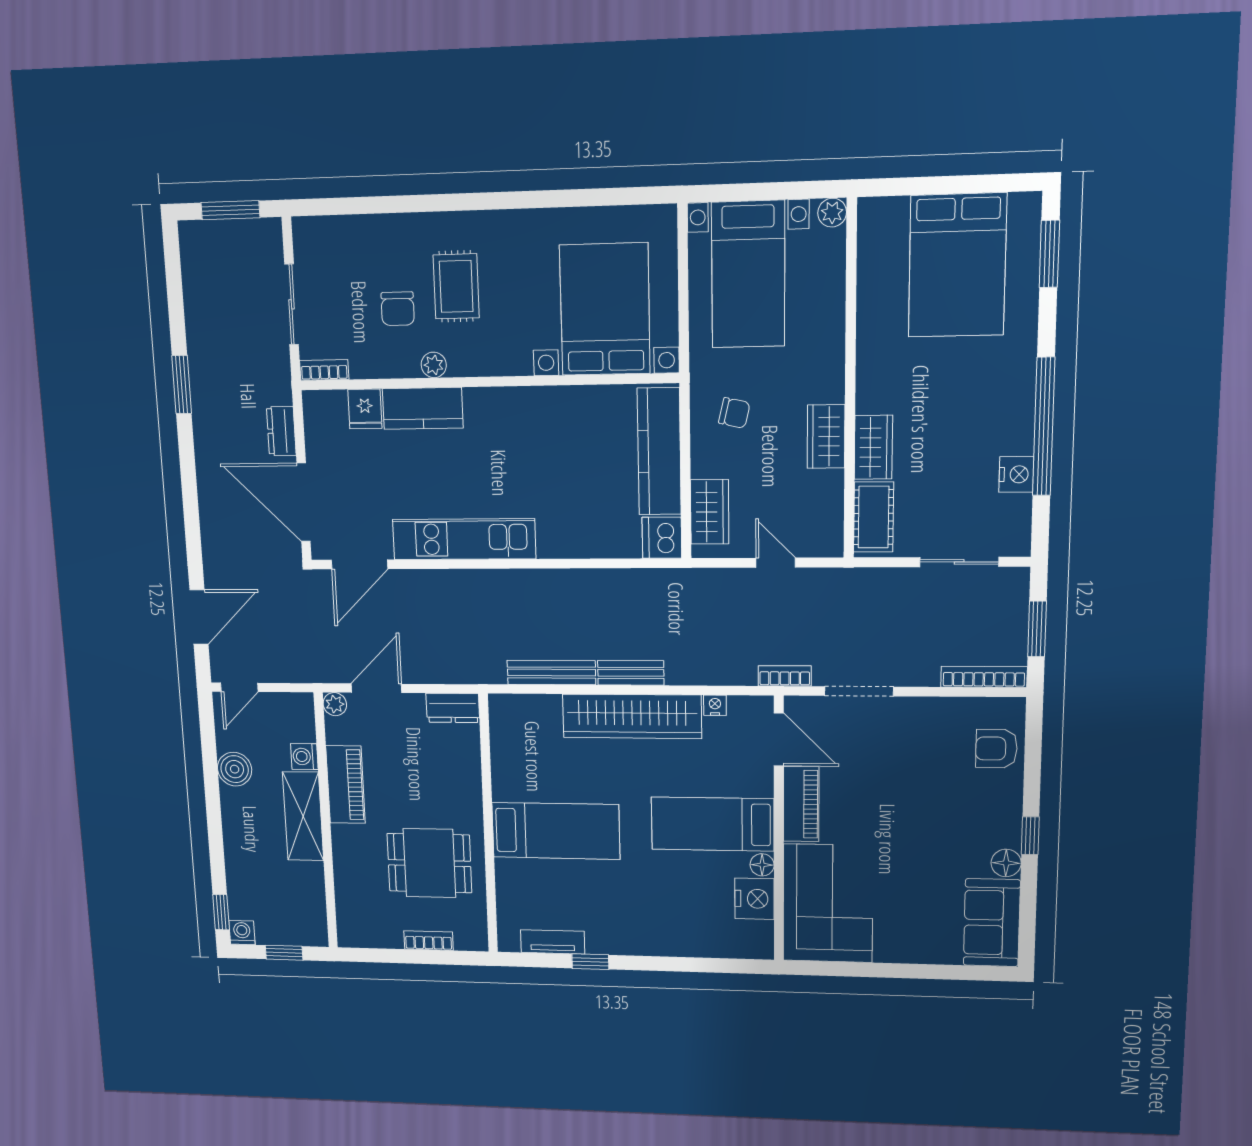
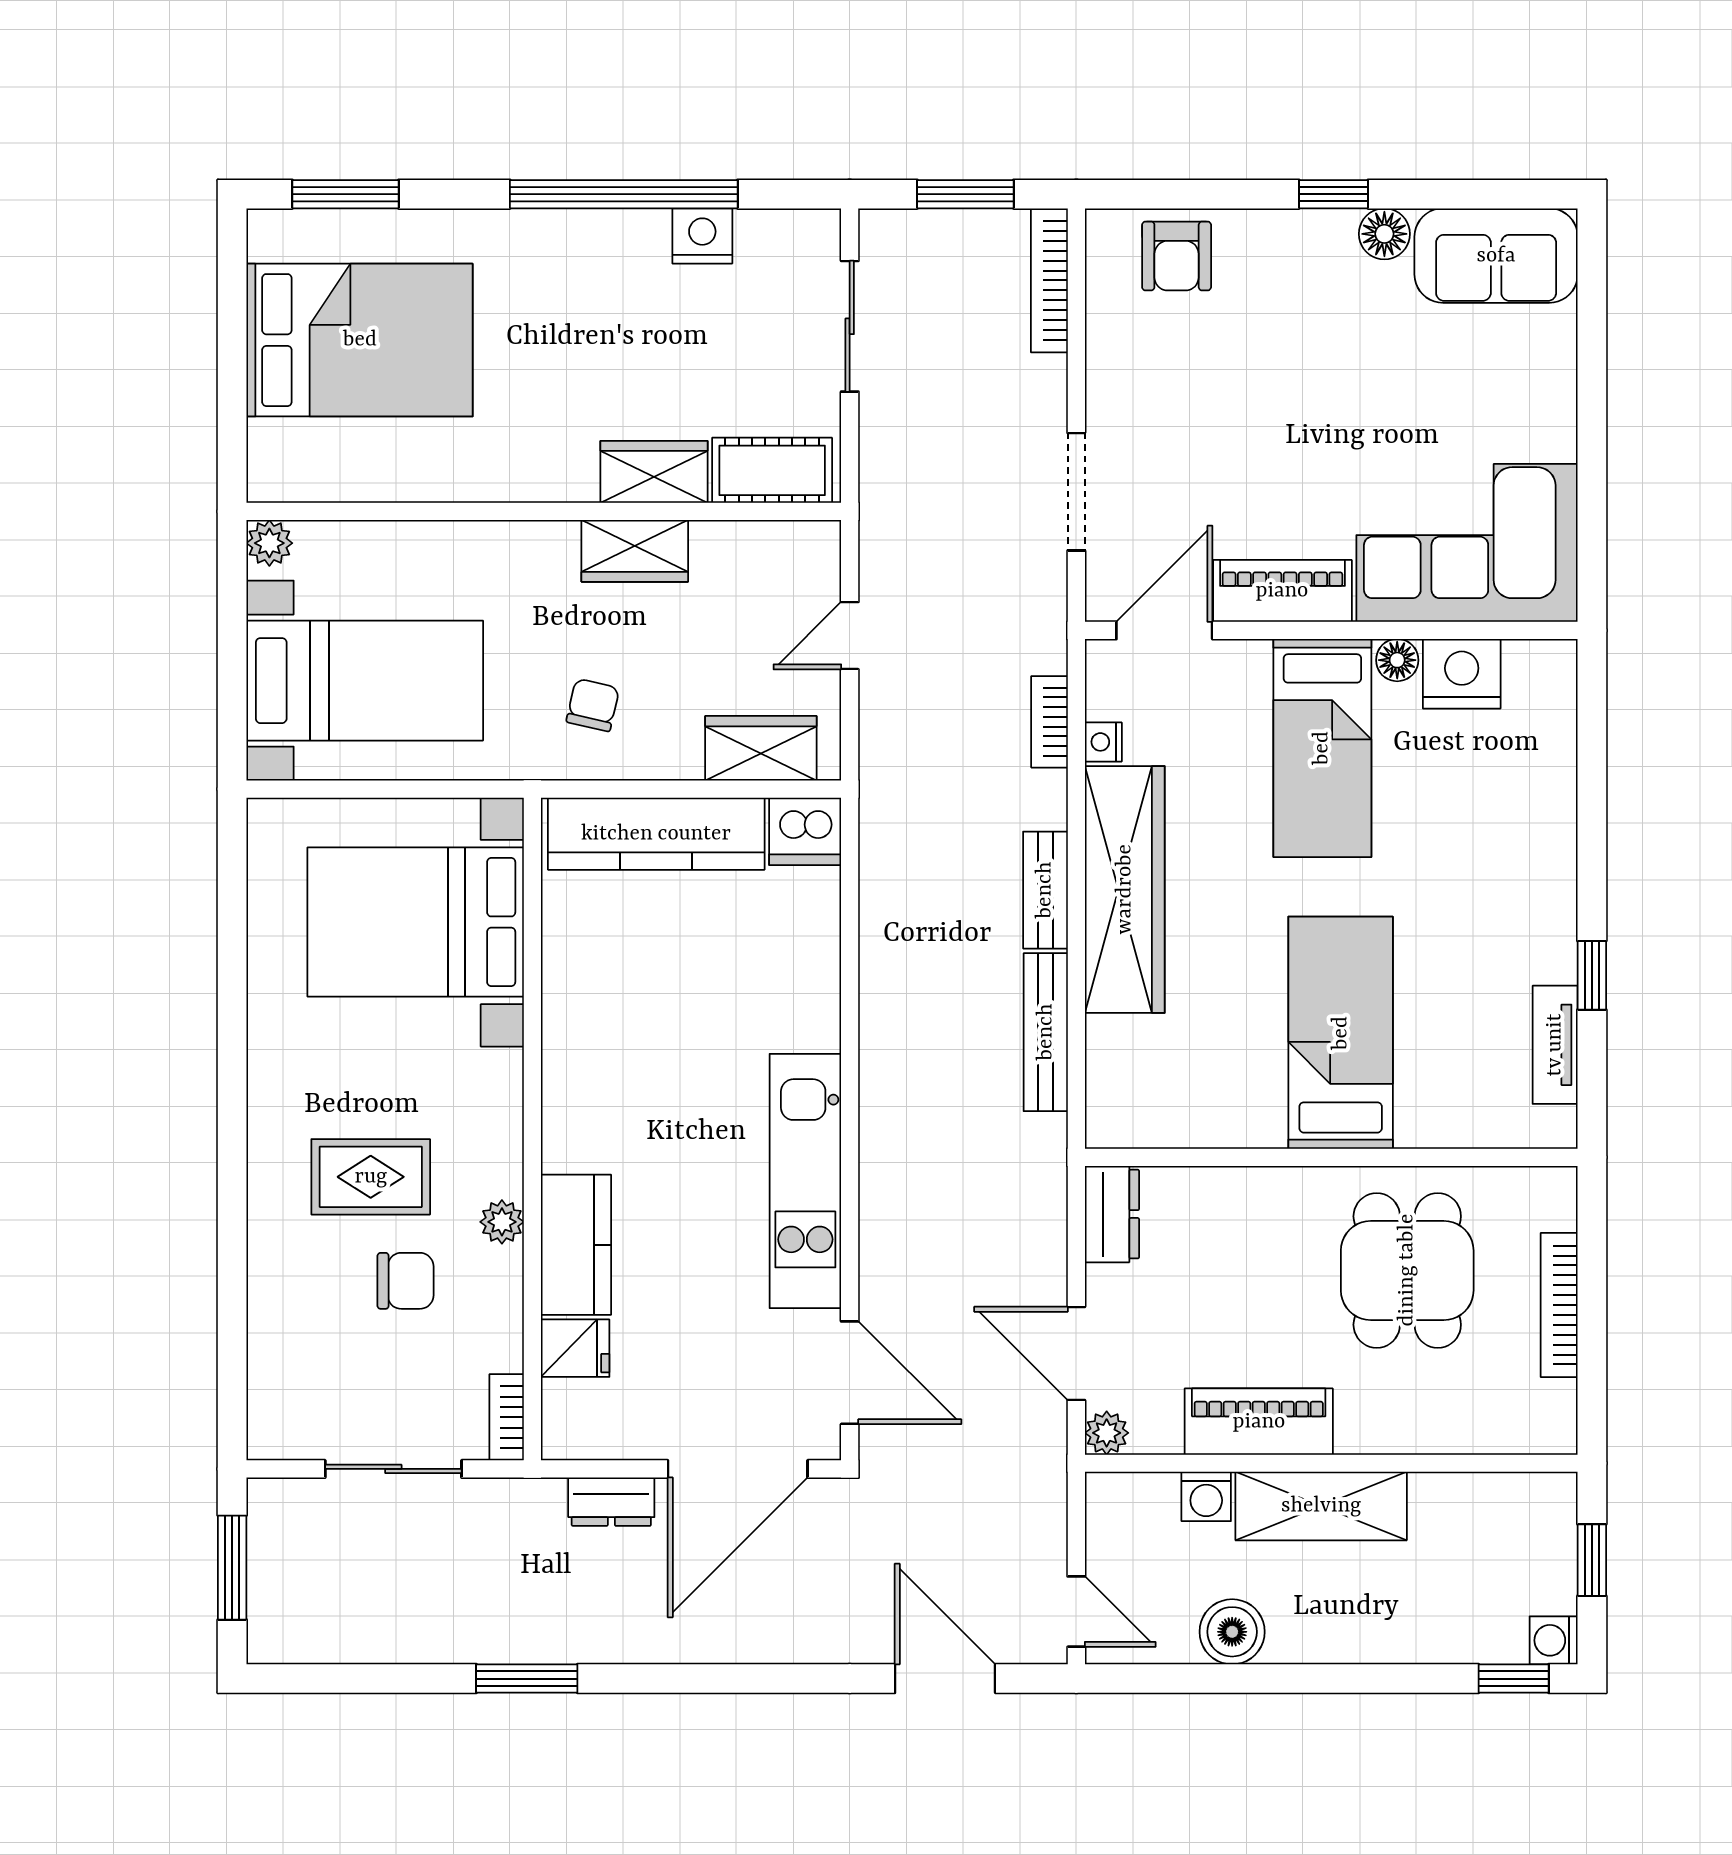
bookcase: (785, 676) -> (1049, 722), moved
bookcase: (429, 941) -> (1559, 1305), width x1.56

